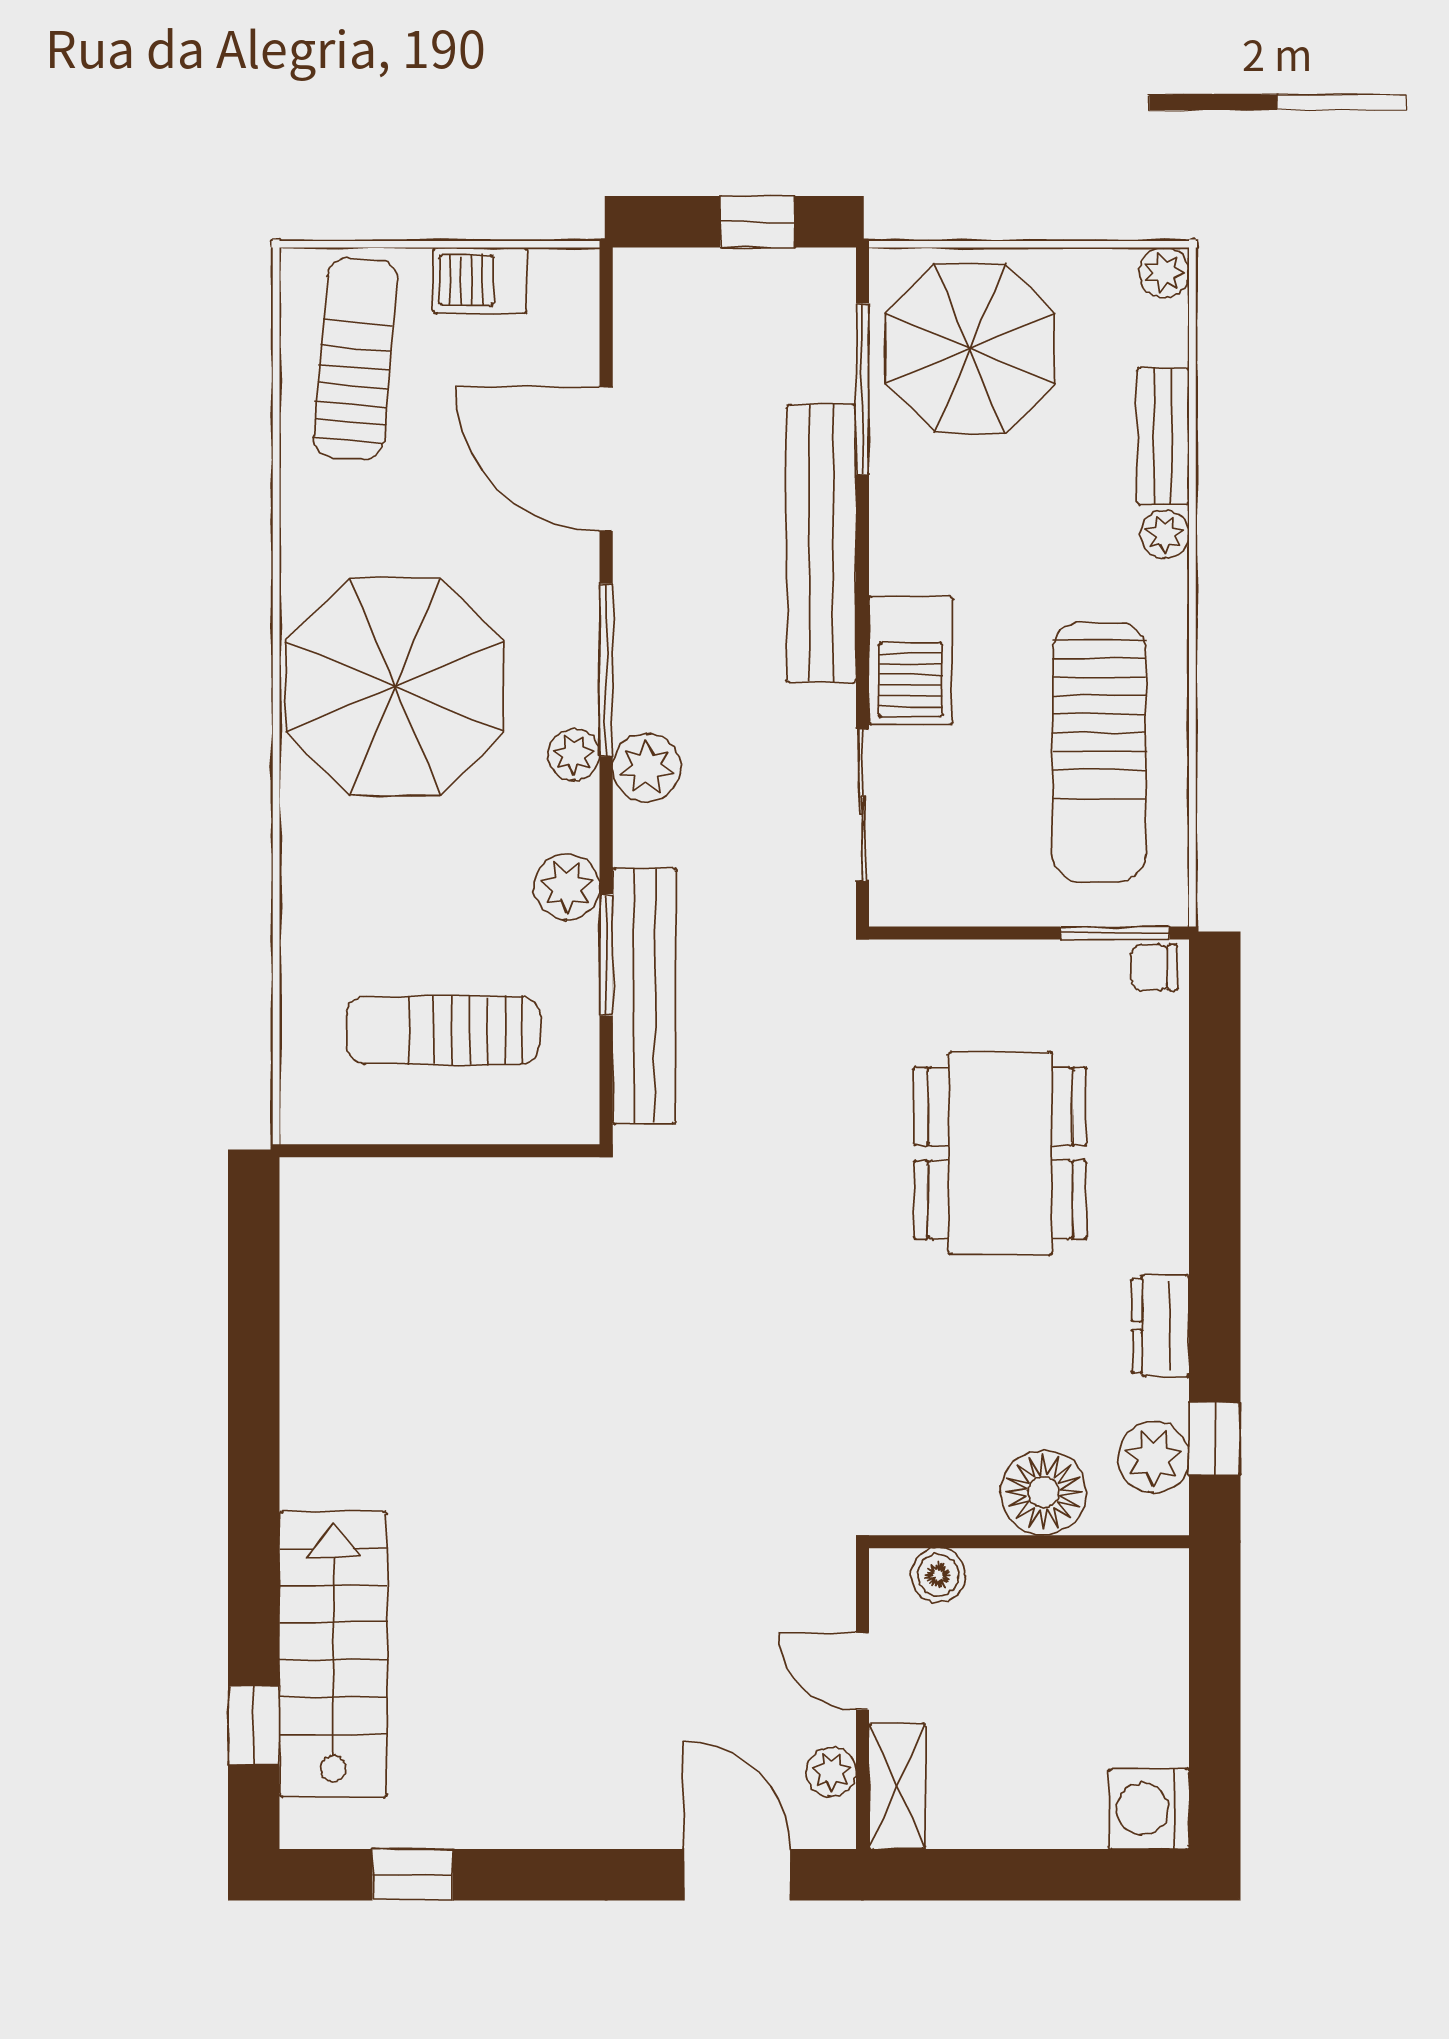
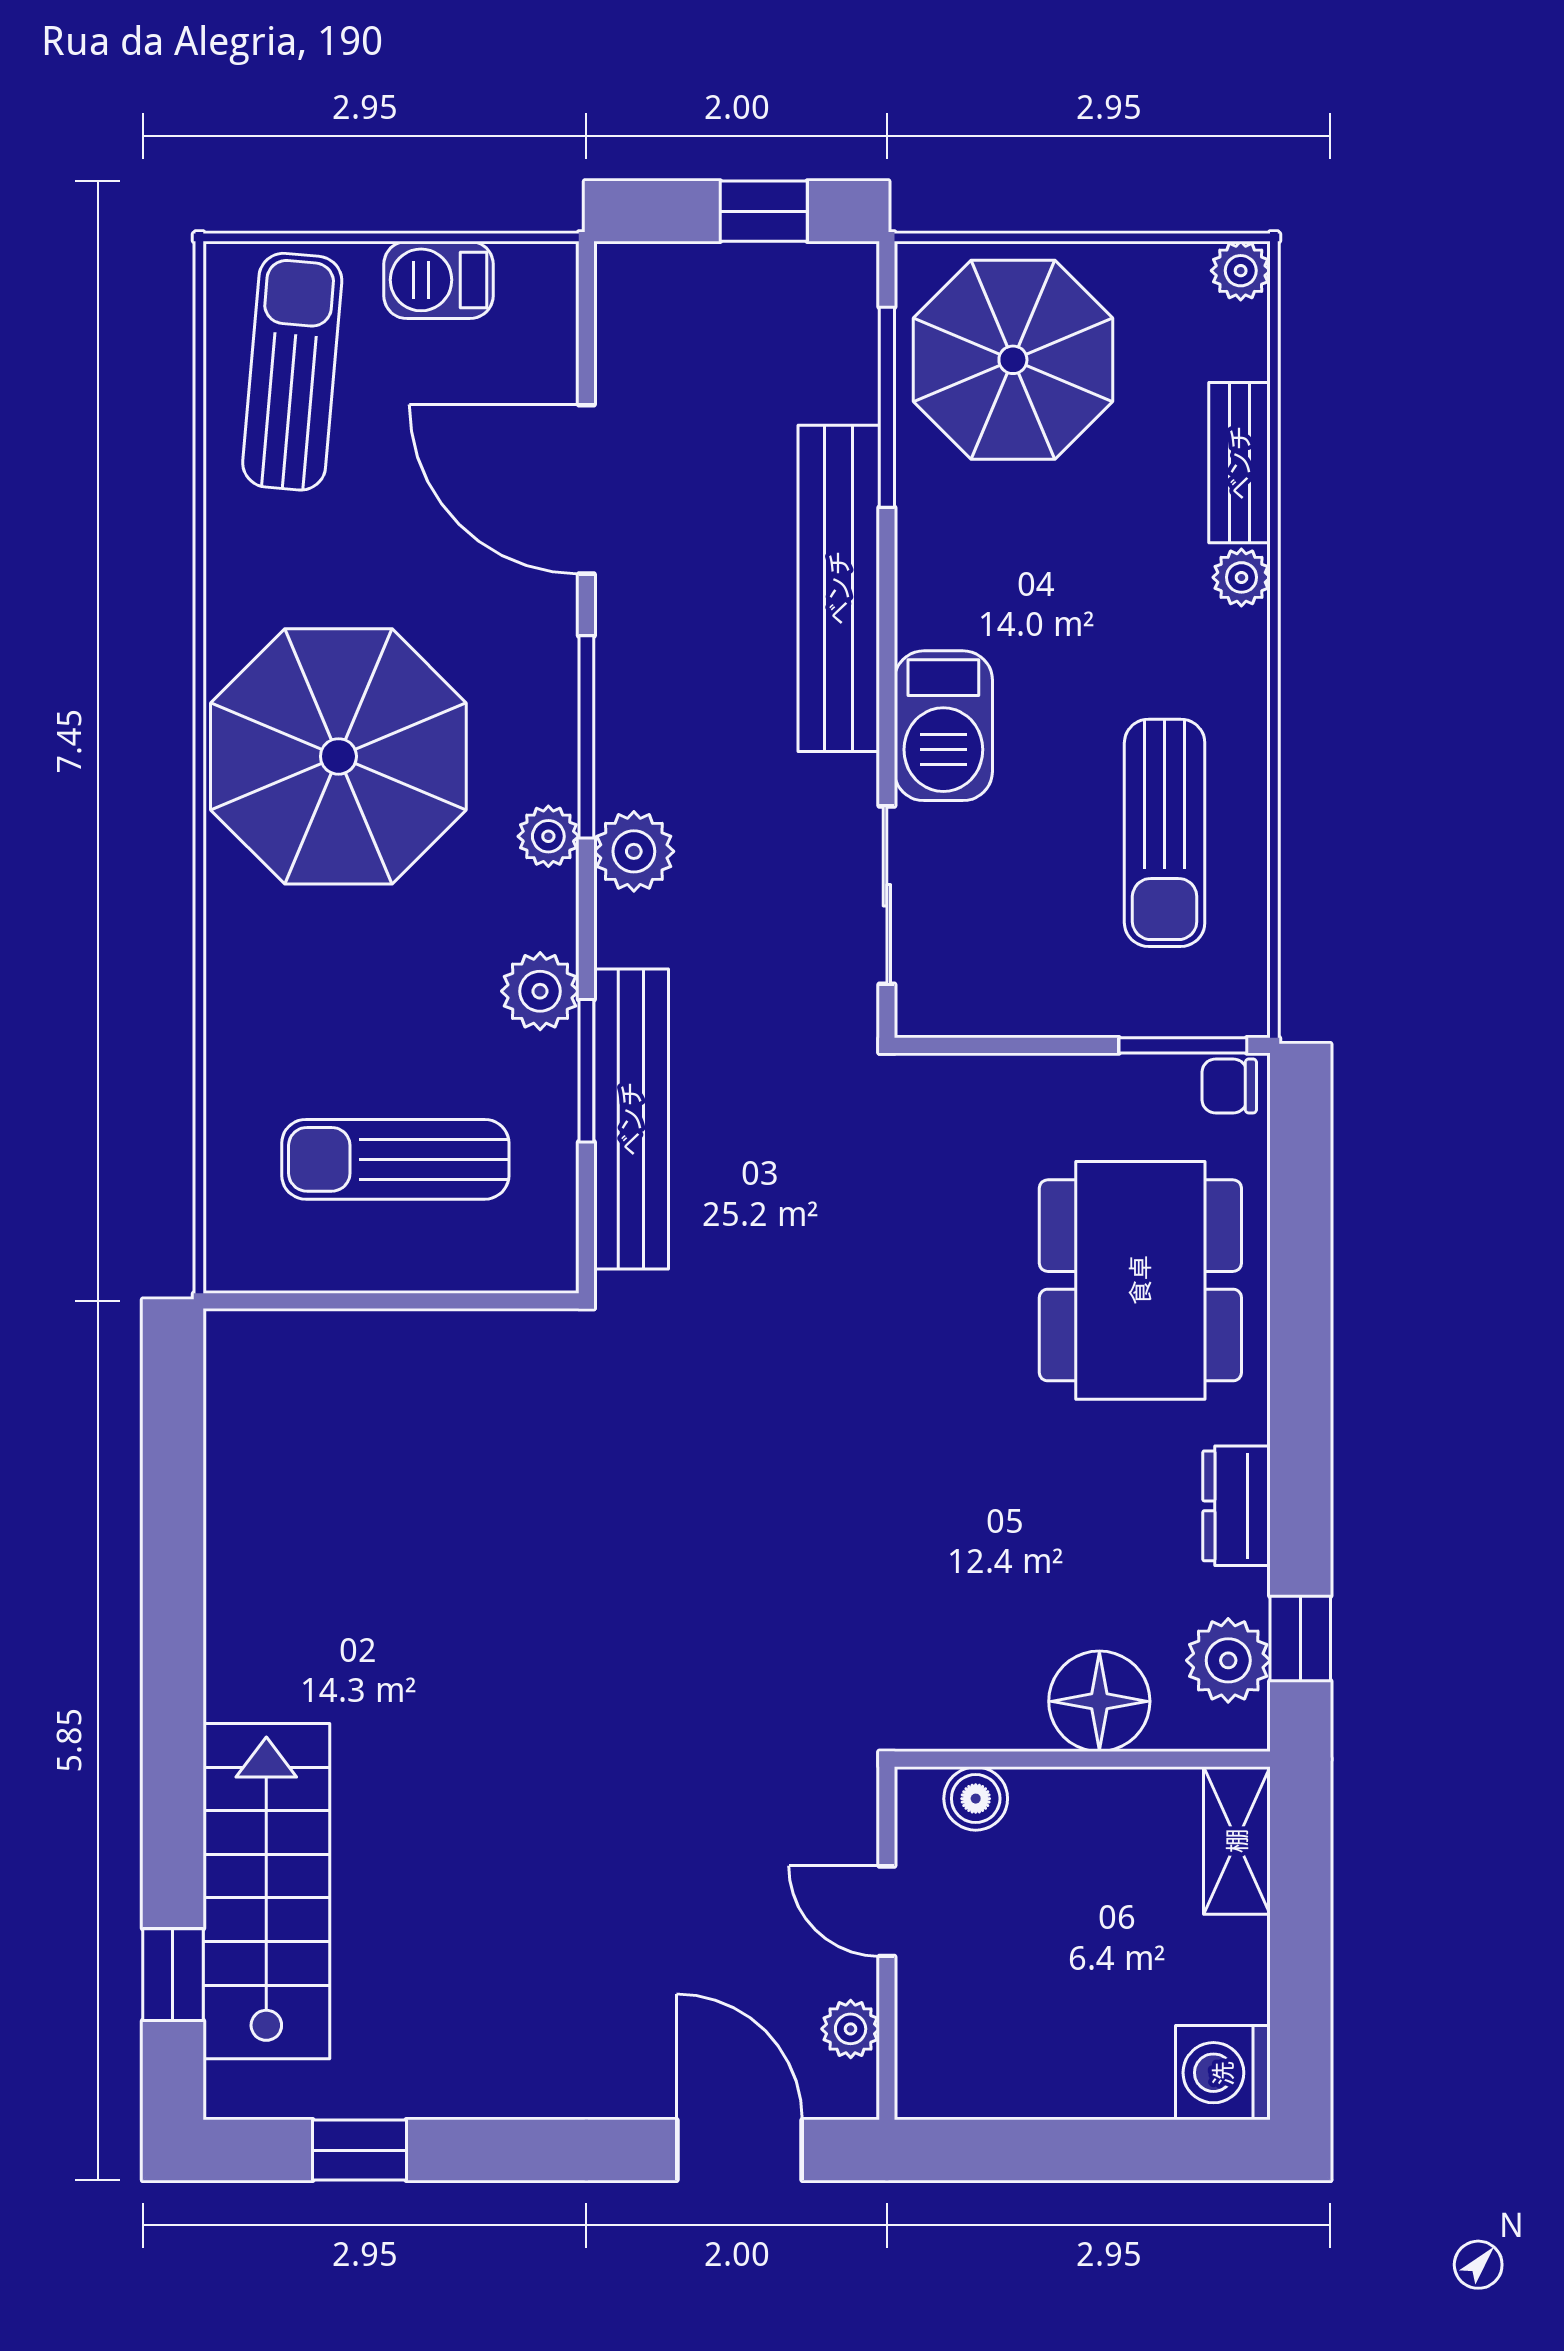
sun lounger: (1099, 752) -> (1165, 833), width x0.73, depth x0.75
dining table: (1000, 1153) -> (1140, 1280), moved
shelving: (897, 1786) -> (1237, 1841), moved

